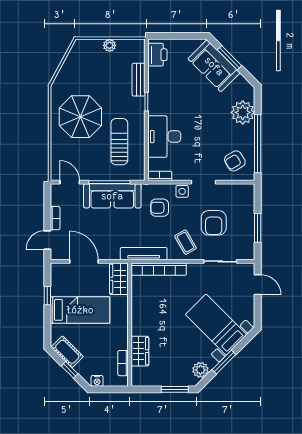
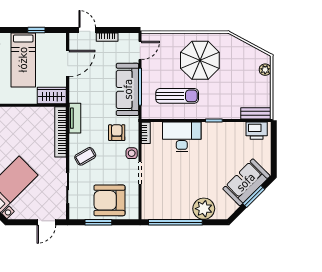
plant: (110, 45) -> (265, 70), moved
bench: (139, 80) -> (256, 113), moved
armchair: (235, 161) -> (159, 201), removed
armchair: (214, 223) -> (109, 200), moved, width x1.36, depth x1.36
tv unit: (144, 254) -> (75, 118), width x0.71

